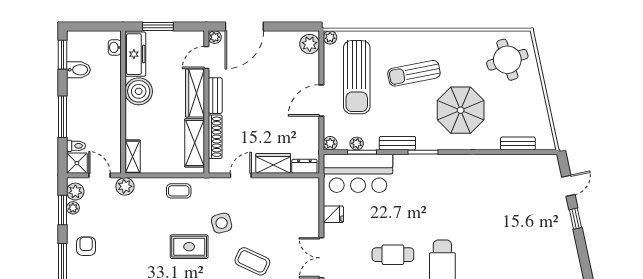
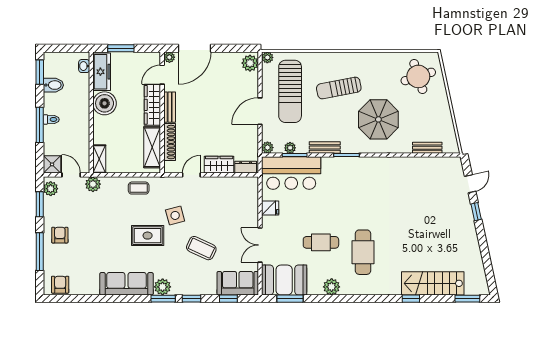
toilet: (76, 146) -> (51, 119), moved
plant: (73, 208) -> (49, 202), removed

